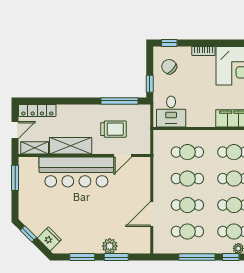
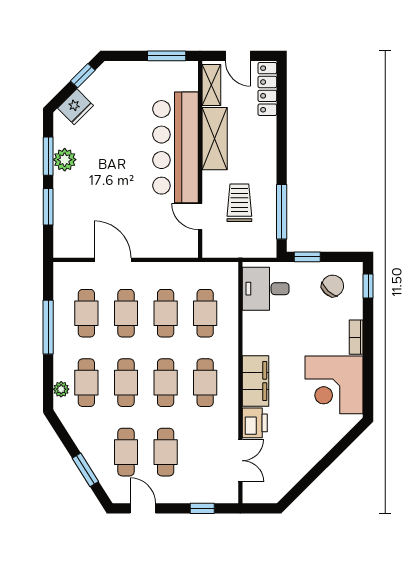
trolley: (114, 129) -> (239, 203), turned 180
plant: (110, 246) -> (65, 160), moved
window: (231, 257) -> (48, 378), removed

